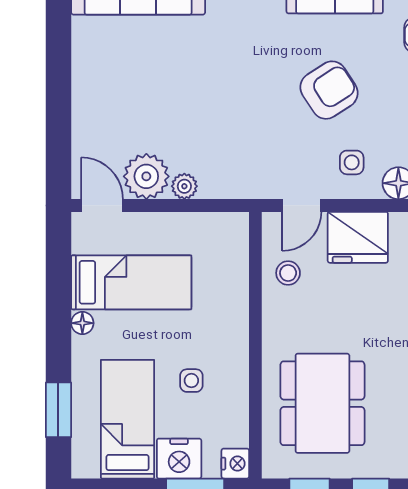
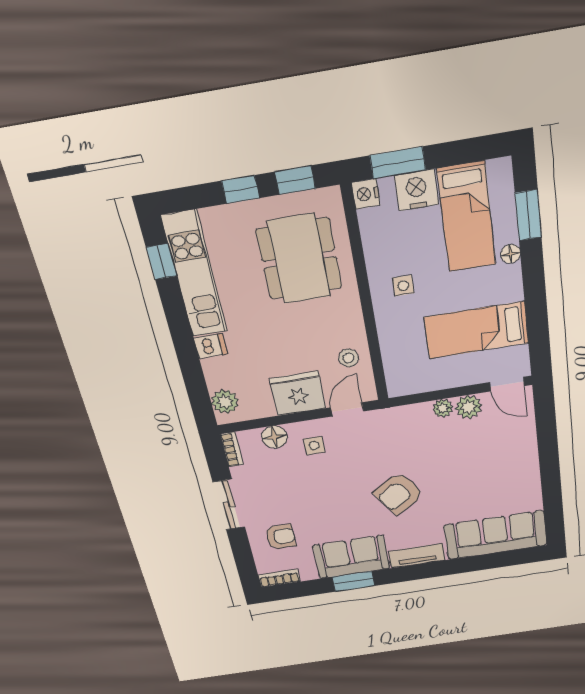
armchair: (329, 90) -> (399, 493), moved
plant: (146, 176) -> (469, 407), width x0.73, depth x0.73
floor lamp: (82, 323) -> (511, 254), moved
side table: (191, 381) -> (403, 286), moved

